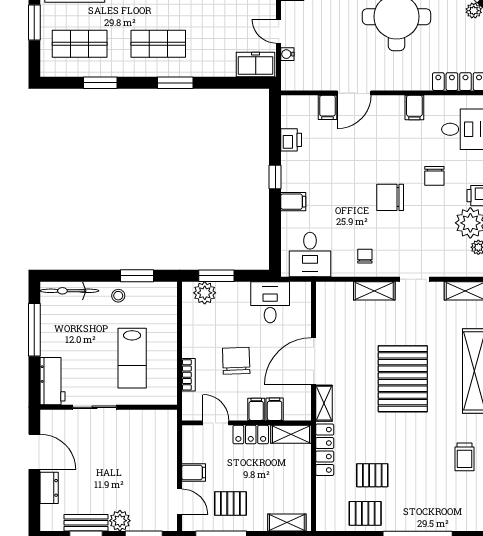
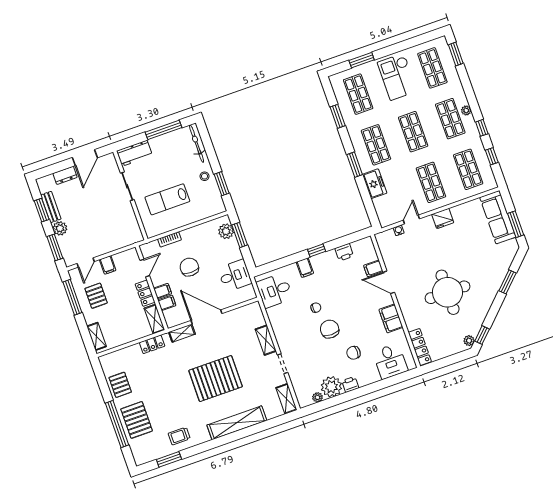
freezer: (256, 65) -> (375, 184), moved
filing cabinet: (414, 108) -> (391, 318), width x2.00
chair: (365, 256) -> (316, 308), moved
chair: (236, 361) -> (189, 267), turned -88
locker: (325, 450) -> (152, 344), width x0.66
pallet: (372, 475) -> (137, 420), moved, width x1.50, depth x1.42

